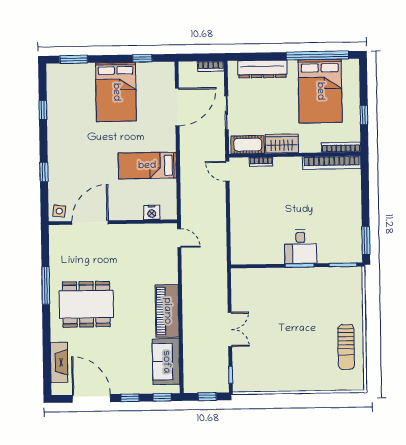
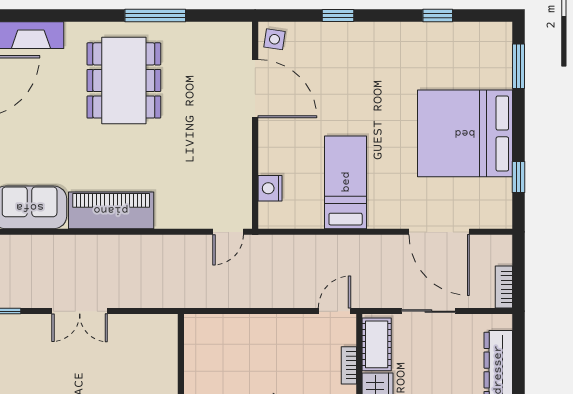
bed: (116, 92) -> (465, 133), width x1.36

